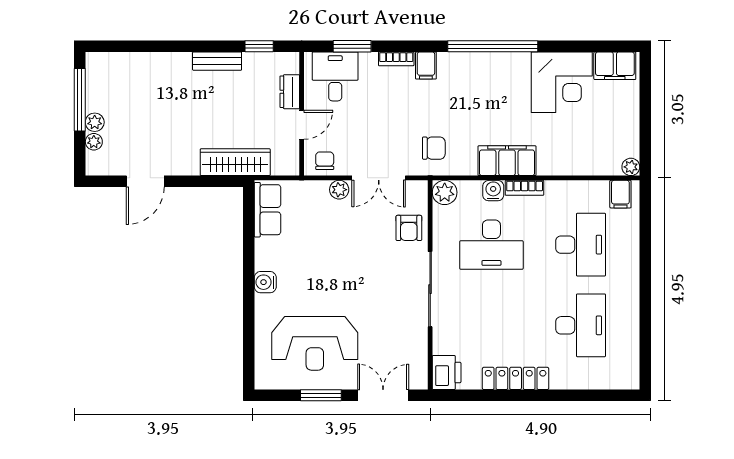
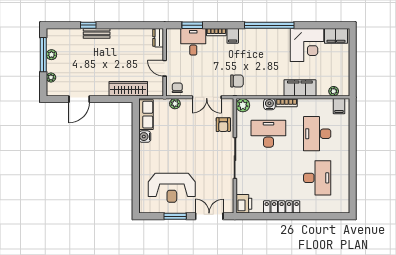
window: (259, 46) -> (88, 25), moved
bench: (217, 61) -> (97, 33), moved
desk: (335, 76) -> (193, 42), moved
dresser: (290, 92) -> (158, 38), moved
plant: (95, 122) -> (51, 55), moved
door: (302, 125) -> (165, 68), swing flipped
filing cabinet: (507, 161) -> (300, 88), moved
plant: (631, 167) -> (334, 91), moved
plant: (339, 190) -> (175, 104), moved
desk: (491, 245) -> (268, 134), turned 180
desk: (581, 245) -> (317, 134), turned 180
water cooler: (265, 282) -> (145, 137), moved

